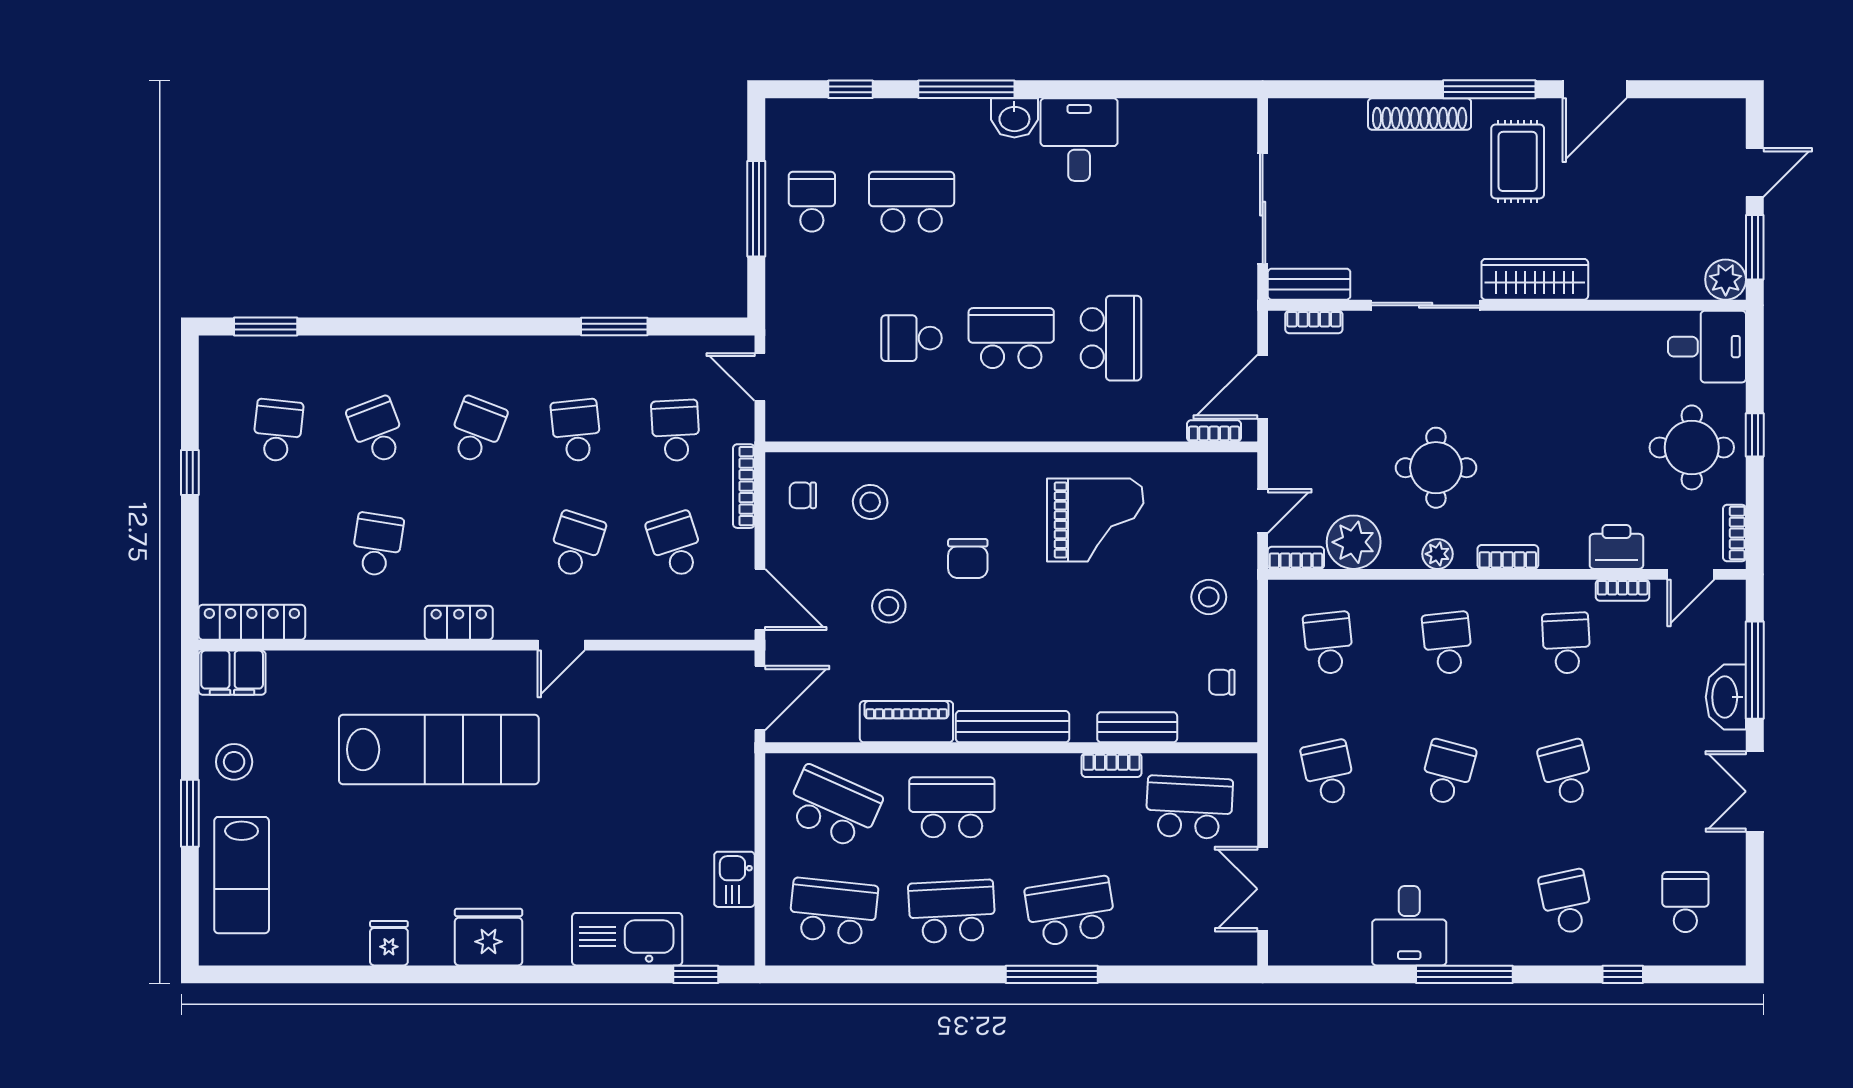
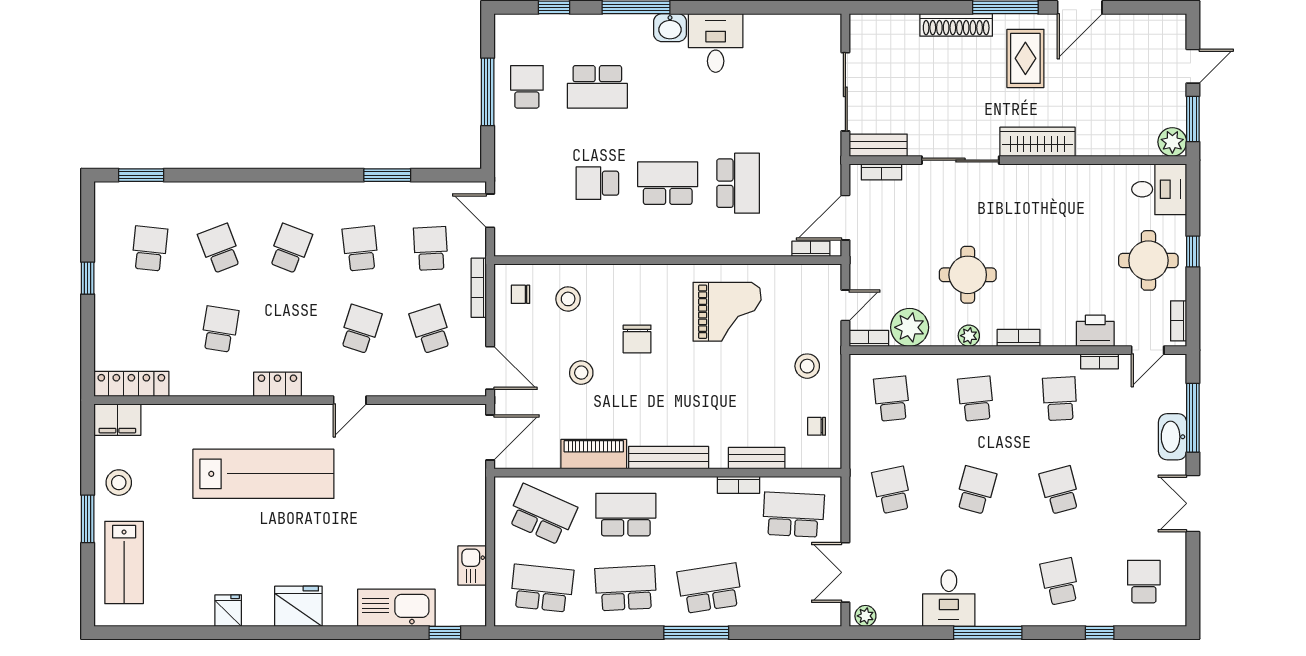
school desk: (912, 202) -> (597, 87), turned 180
plant: (1291, 951) -> (865, 616), added

